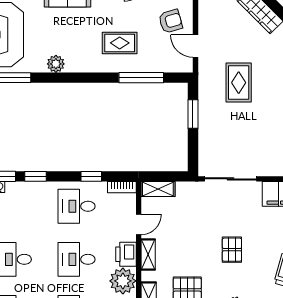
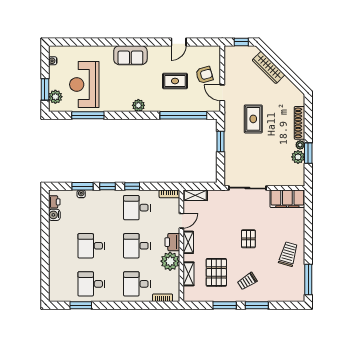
rug: (120, 43) -> (175, 81), moved
plant: (56, 64) -> (138, 105), moved
window: (141, 78) -> (183, 115), width x1.46
window: (91, 176) -> (132, 186), moved

